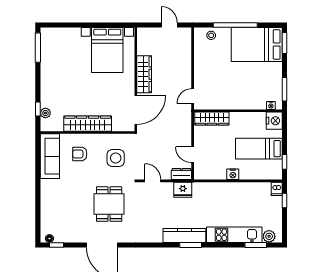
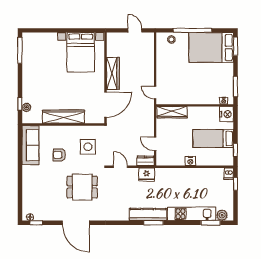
door: (193, 96) -> (155, 93), hinge flipped
armchair: (80, 154) -> (59, 155), moved
dining table: (109, 204) -> (82, 187), turned 90

